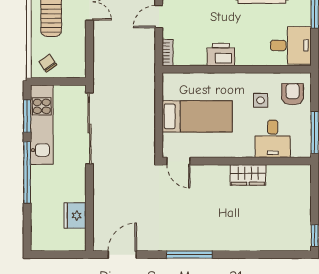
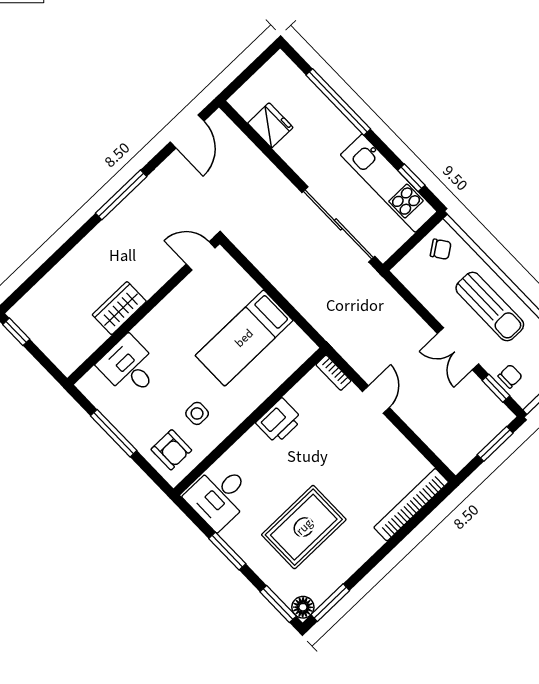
window: (27, 116) -> (411, 178), width x0.67
desk: (273, 139) -> (129, 367), moved
door: (178, 161) -> (201, 256), moved
wall: (237, 161) -> (143, 311), moved
window: (27, 172) -> (338, 102), moved
wardrobe: (248, 175) -> (119, 308), moved

